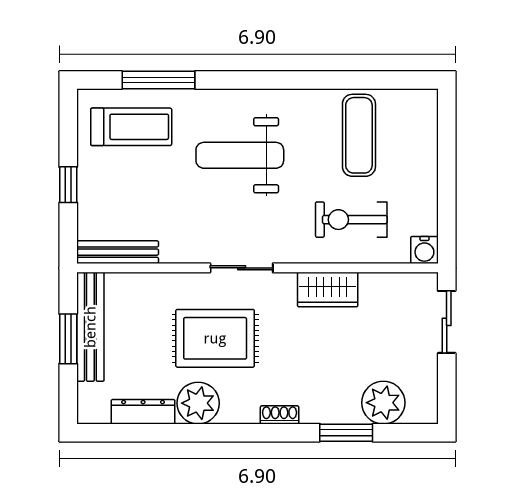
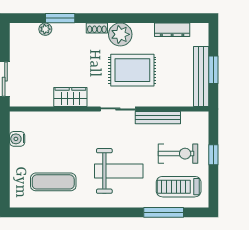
exercise mat: (359, 135) -> (53, 182), turned 90
exercise bike: (351, 220) -> (178, 154), moved
water cooler: (424, 250) -> (17, 139), moved, turned -90
bench: (118, 252) -> (158, 118), moved
plant: (198, 403) -> (120, 34), moved
plant: (383, 403) -> (45, 29), width x0.53, depth x0.53

